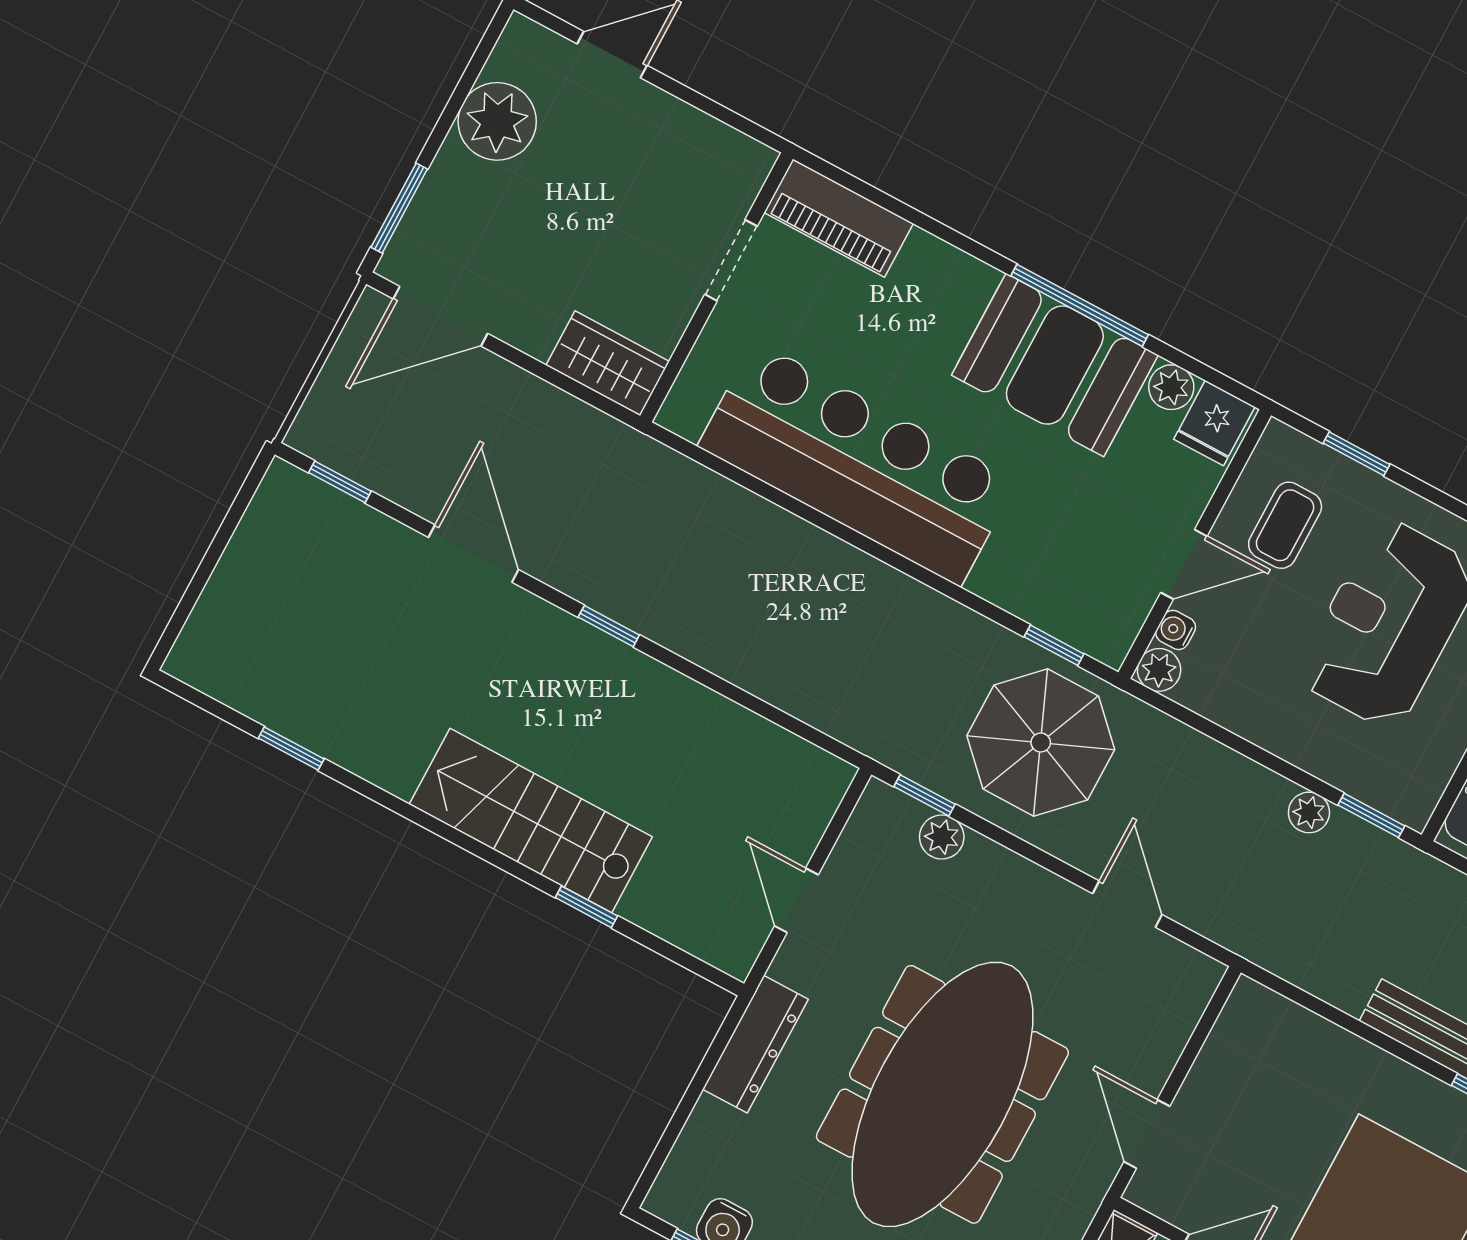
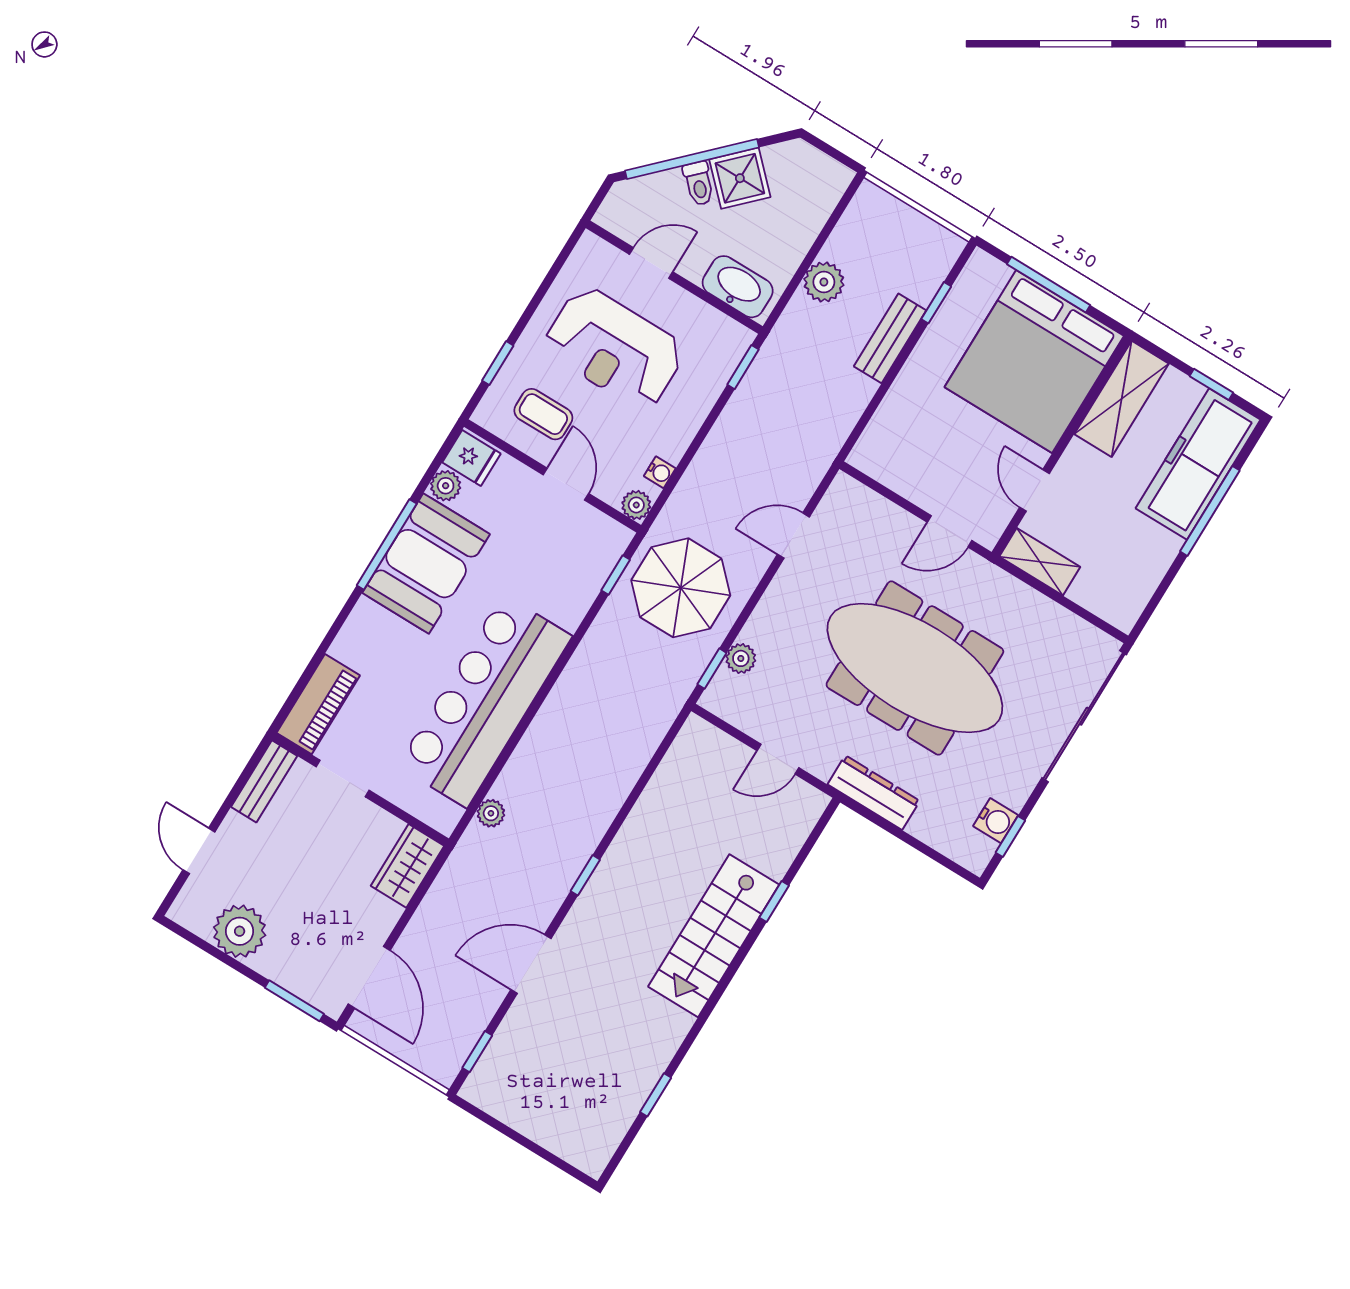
bench: (720, 145) -> (264, 781), added
water cooler: (1176, 630) -> (660, 472), moved, turned -90
plant: (1309, 812) -> (491, 813), moved

